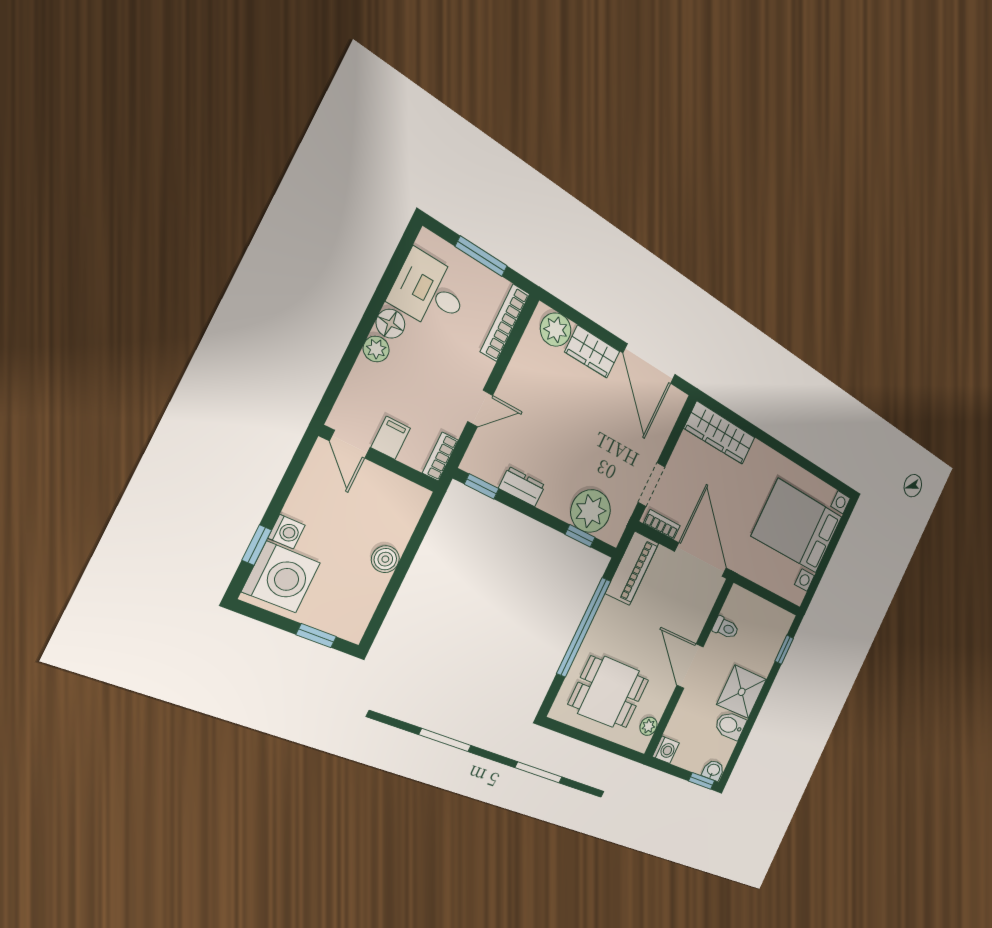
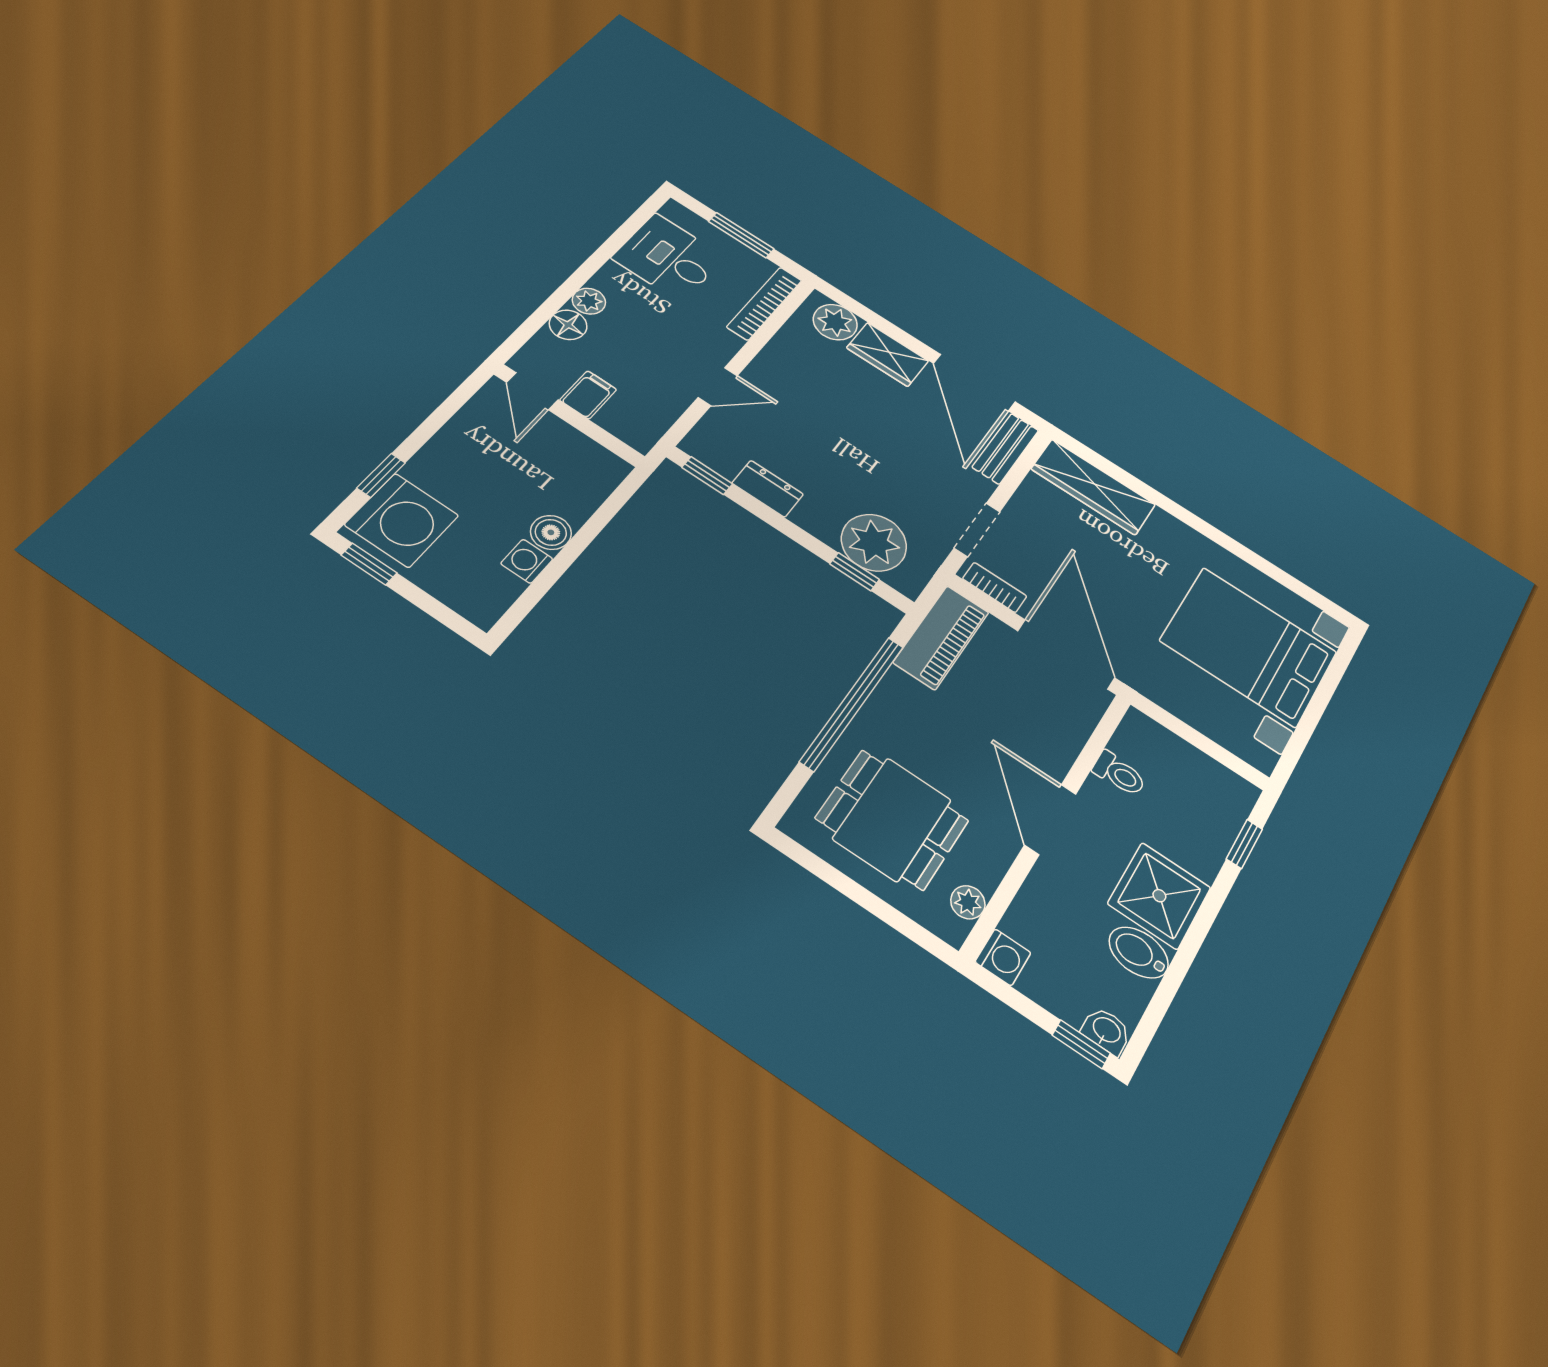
floor lamp: (390, 324) -> (568, 325), moved
bench: (668, 416) -> (1005, 449), added
bookcase: (440, 457) -> (653, 429), removed
washing machine: (286, 532) -> (527, 561), moved, turned 180
window: (316, 636) -> (369, 564), moved

